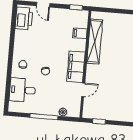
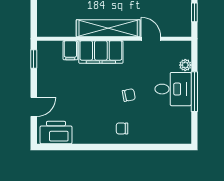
shelving: (95, 41) -> (108, 28), moved
filing cabinet: (76, 67) -> (101, 52), moved
desk: (22, 90) -> (173, 89), moved, turned -90

